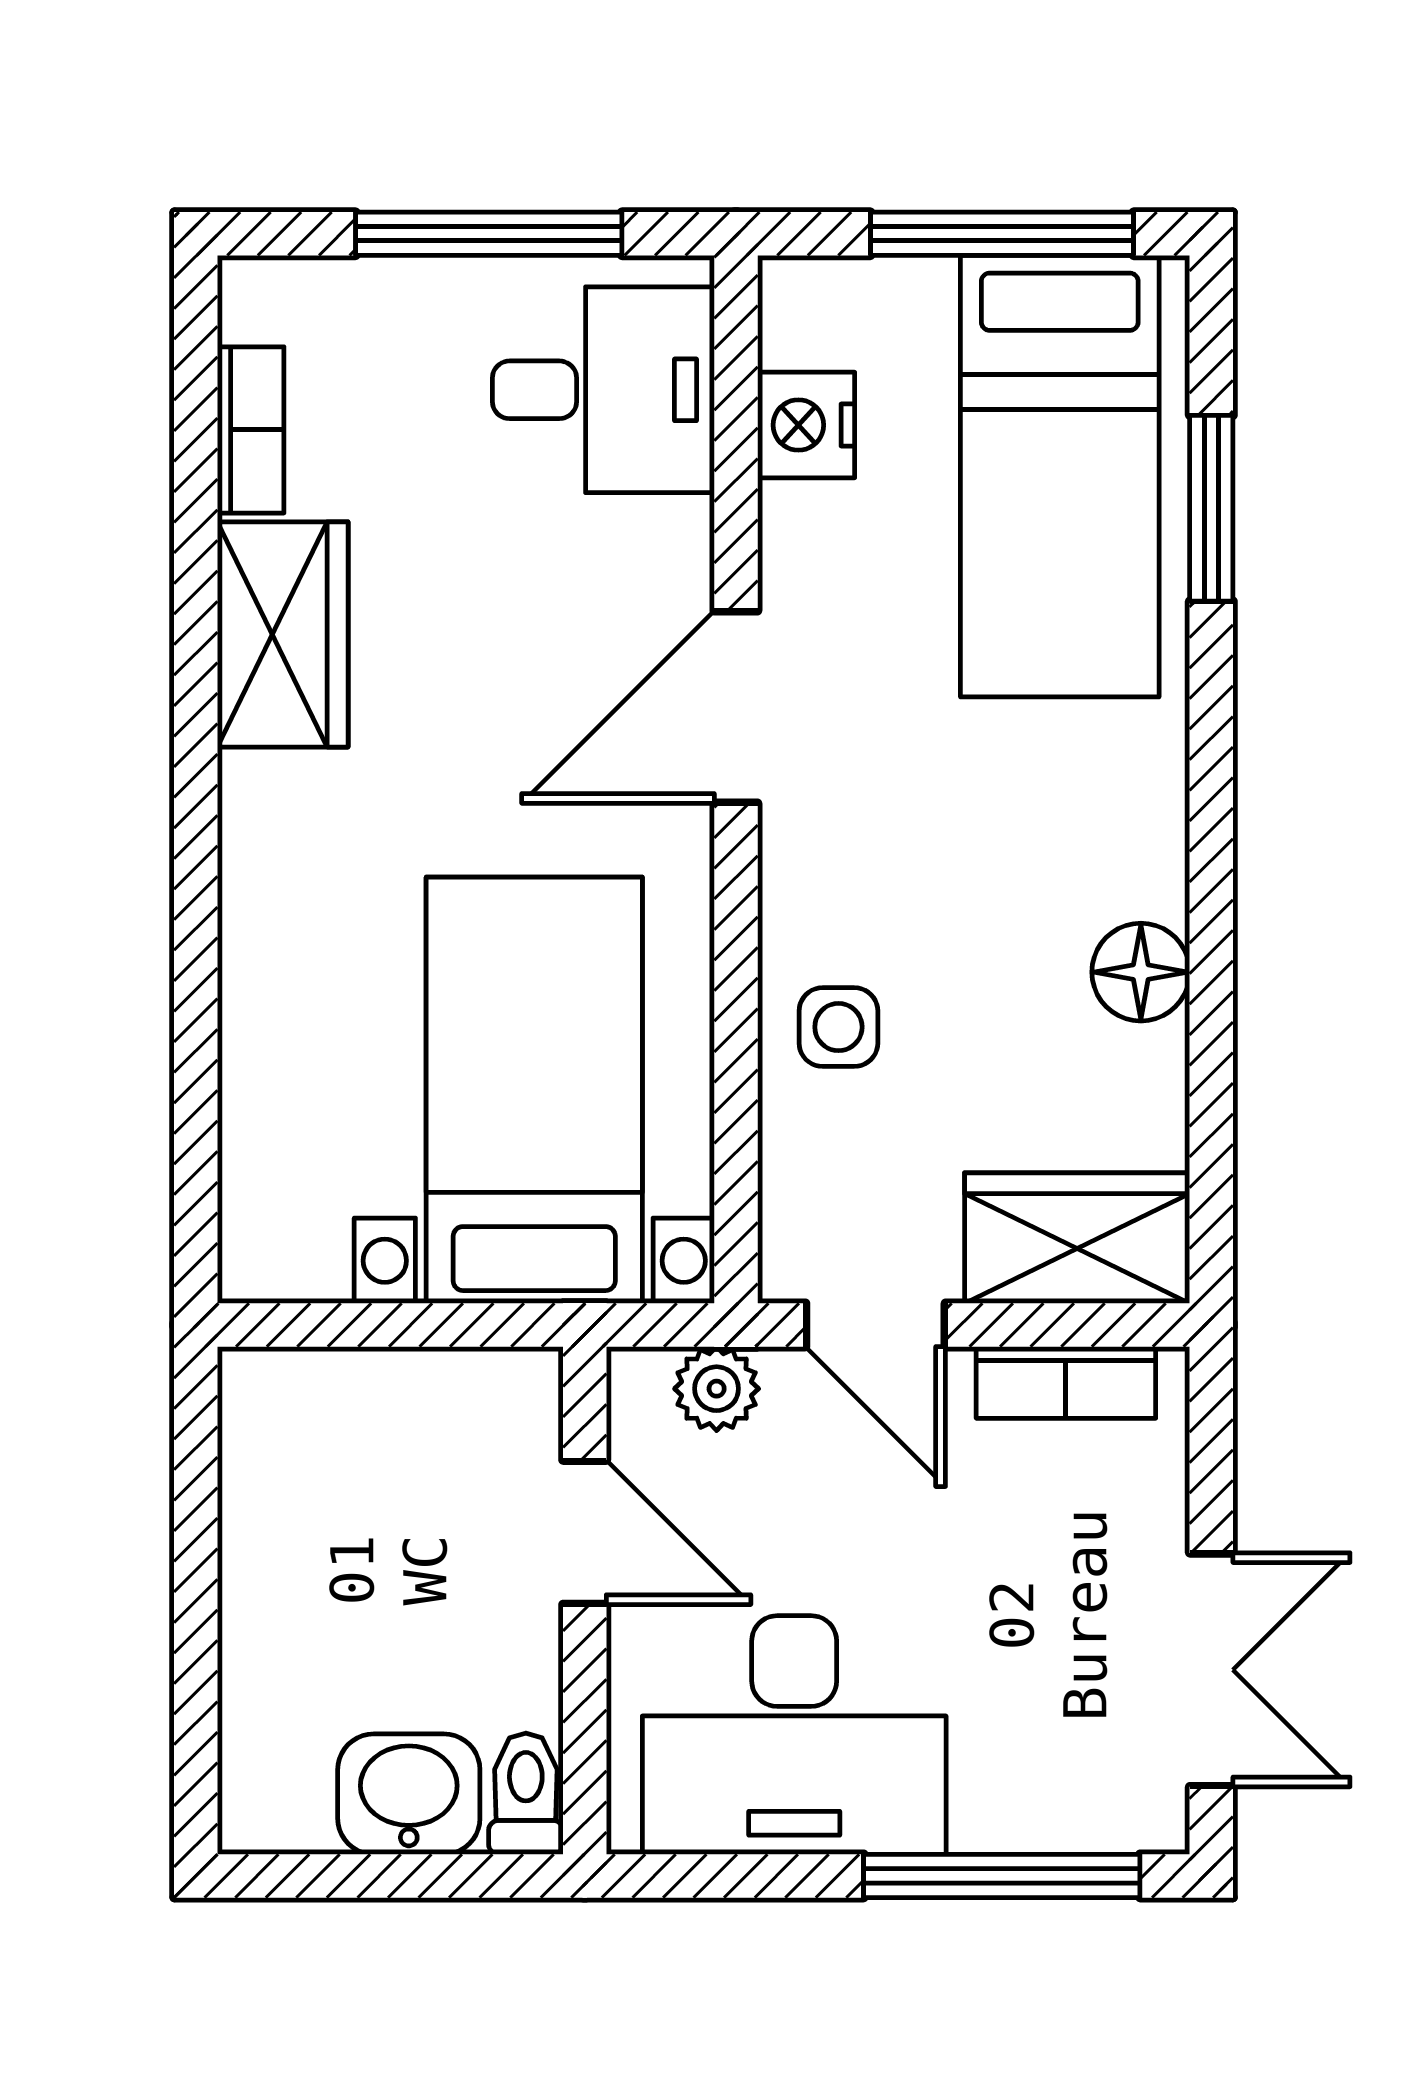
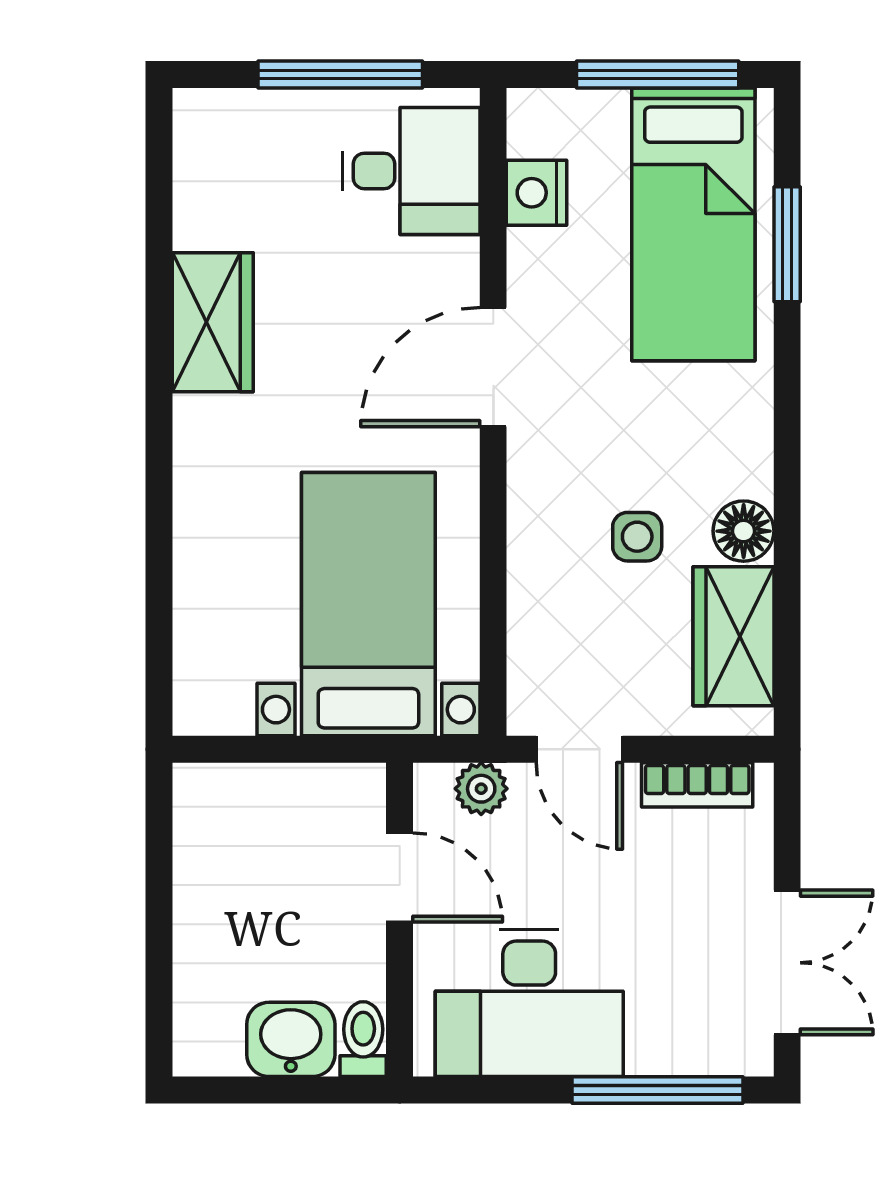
bookcase: (251, 430) -> (193, 196), removed
side table: (838, 1027) -> (637, 537), moved
wardrobe: (1077, 1238) -> (733, 636), moved, turned -90

